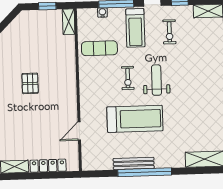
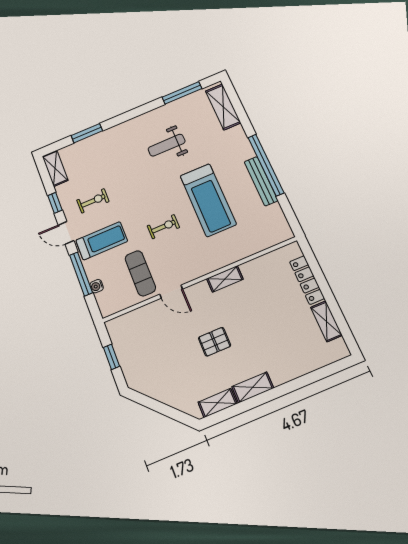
shelving: (69, 22) -> (225, 279), moved
weight bench: (156, 80) -> (167, 145), moved
treadmill: (135, 119) -> (208, 200), turned 180
door: (79, 131) -> (171, 292), moved

